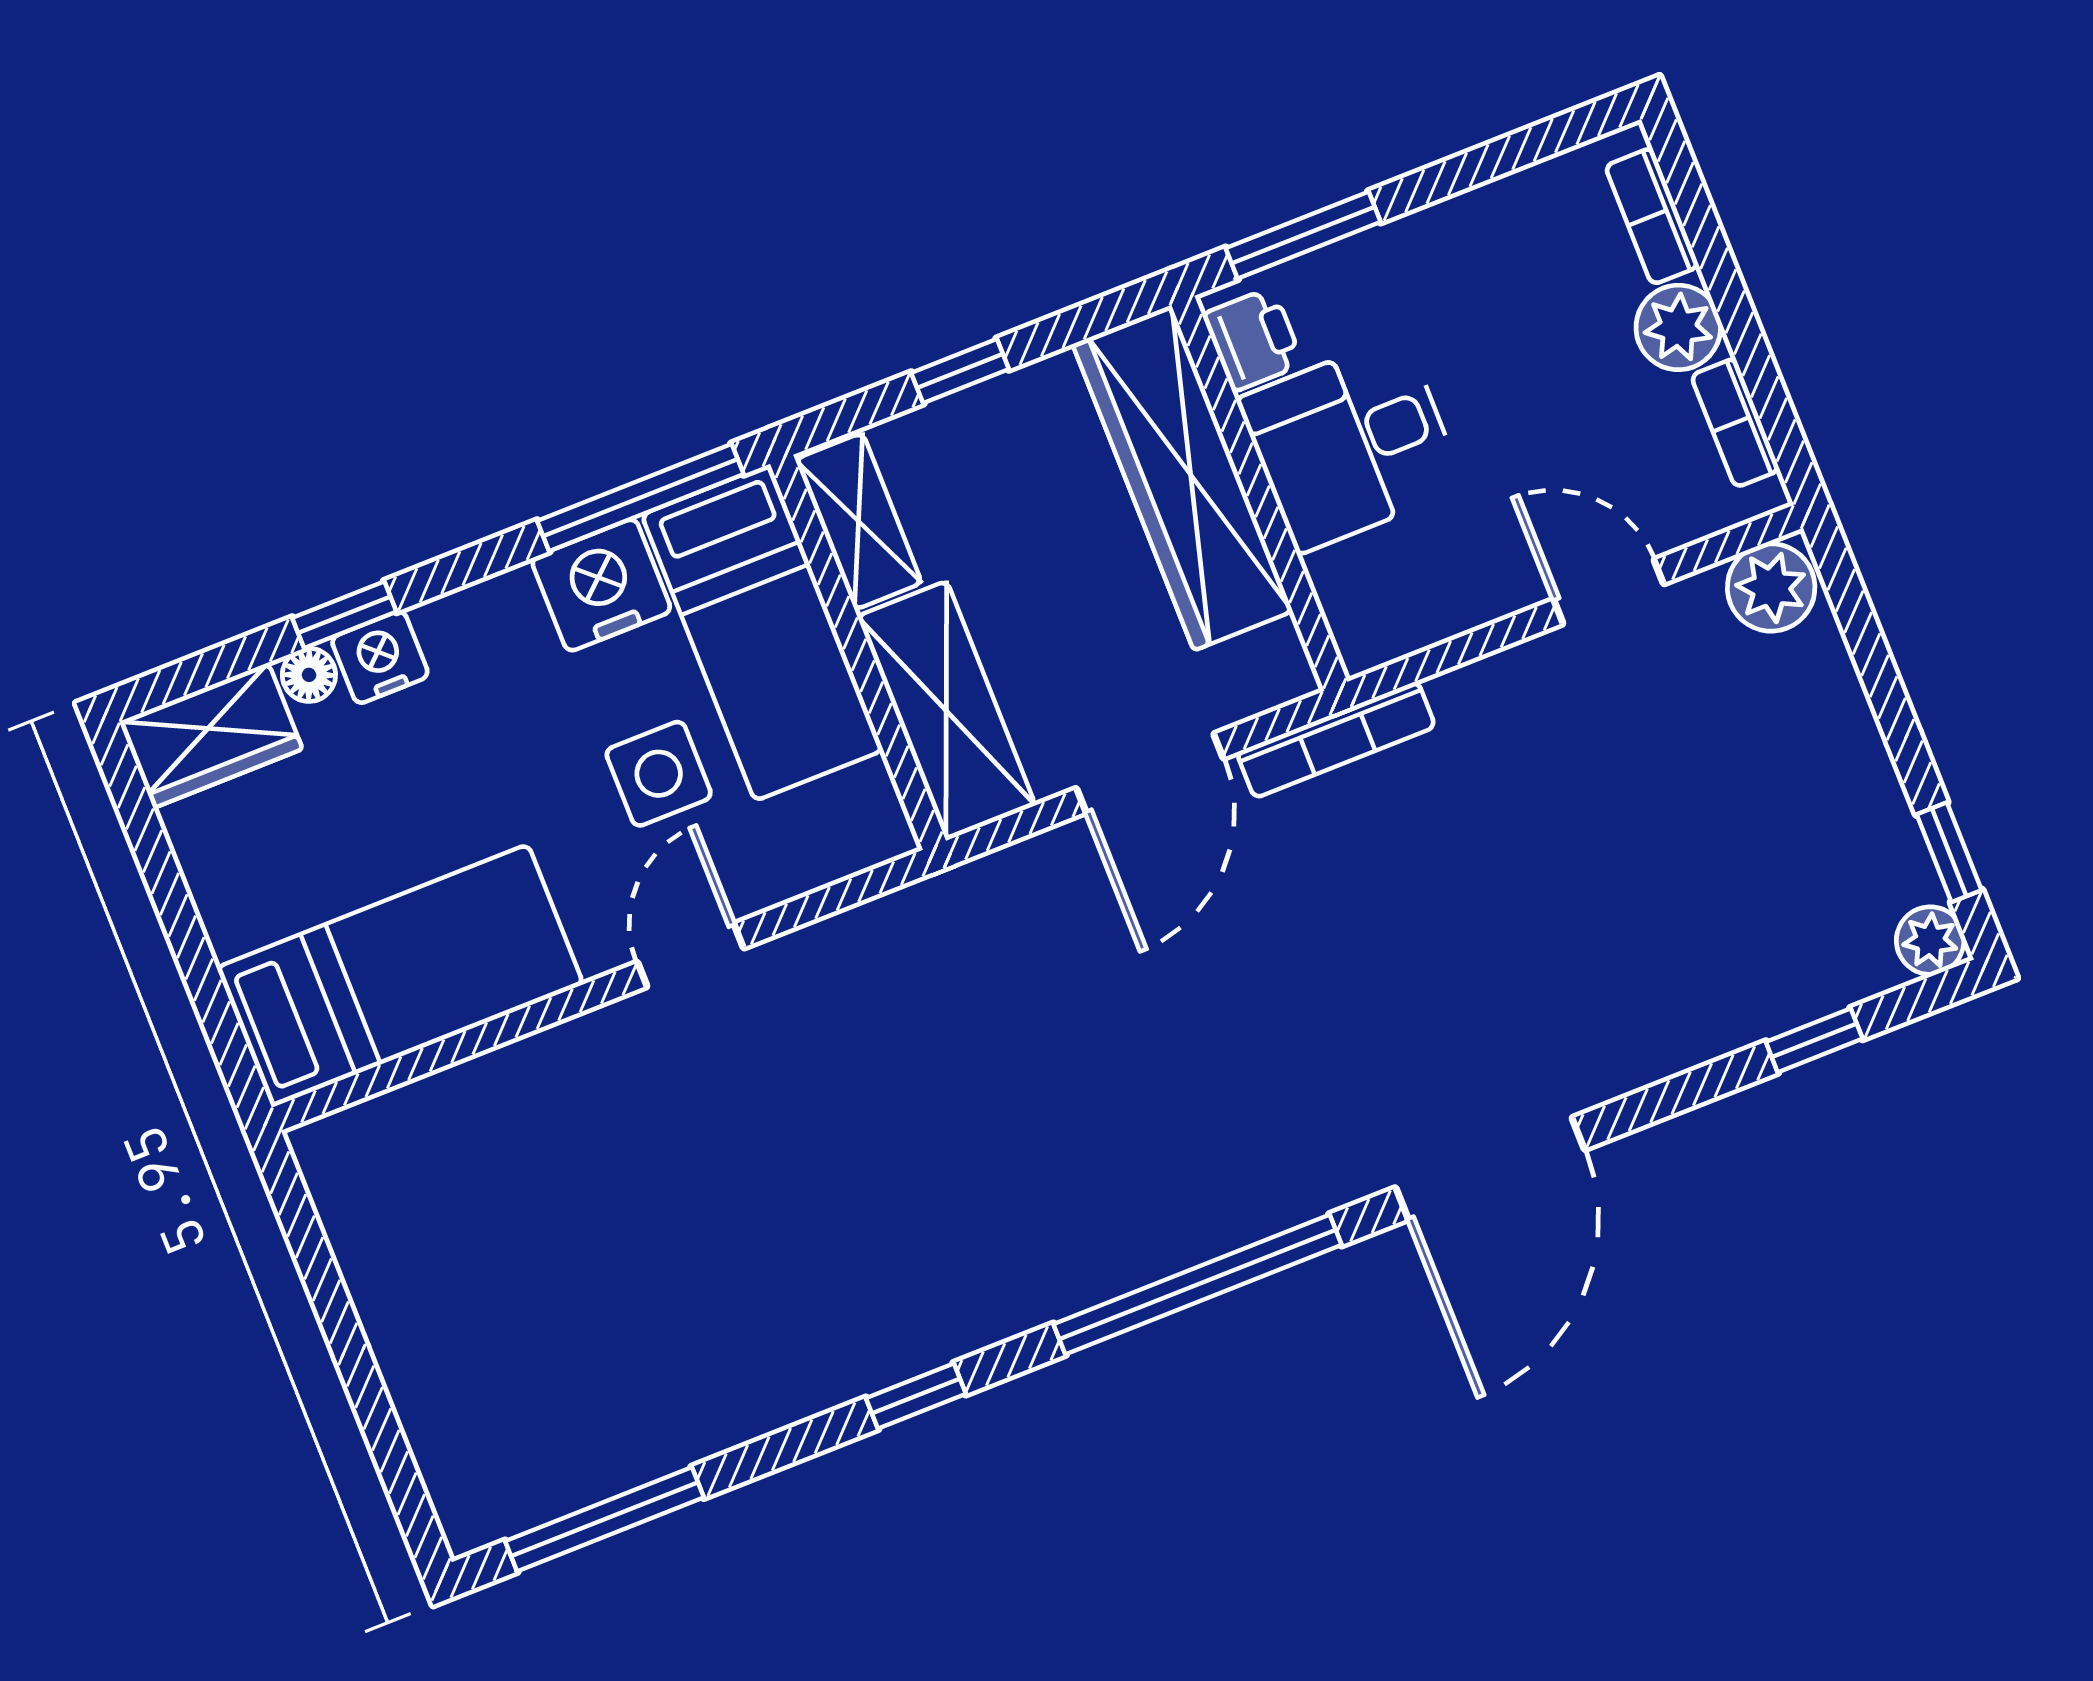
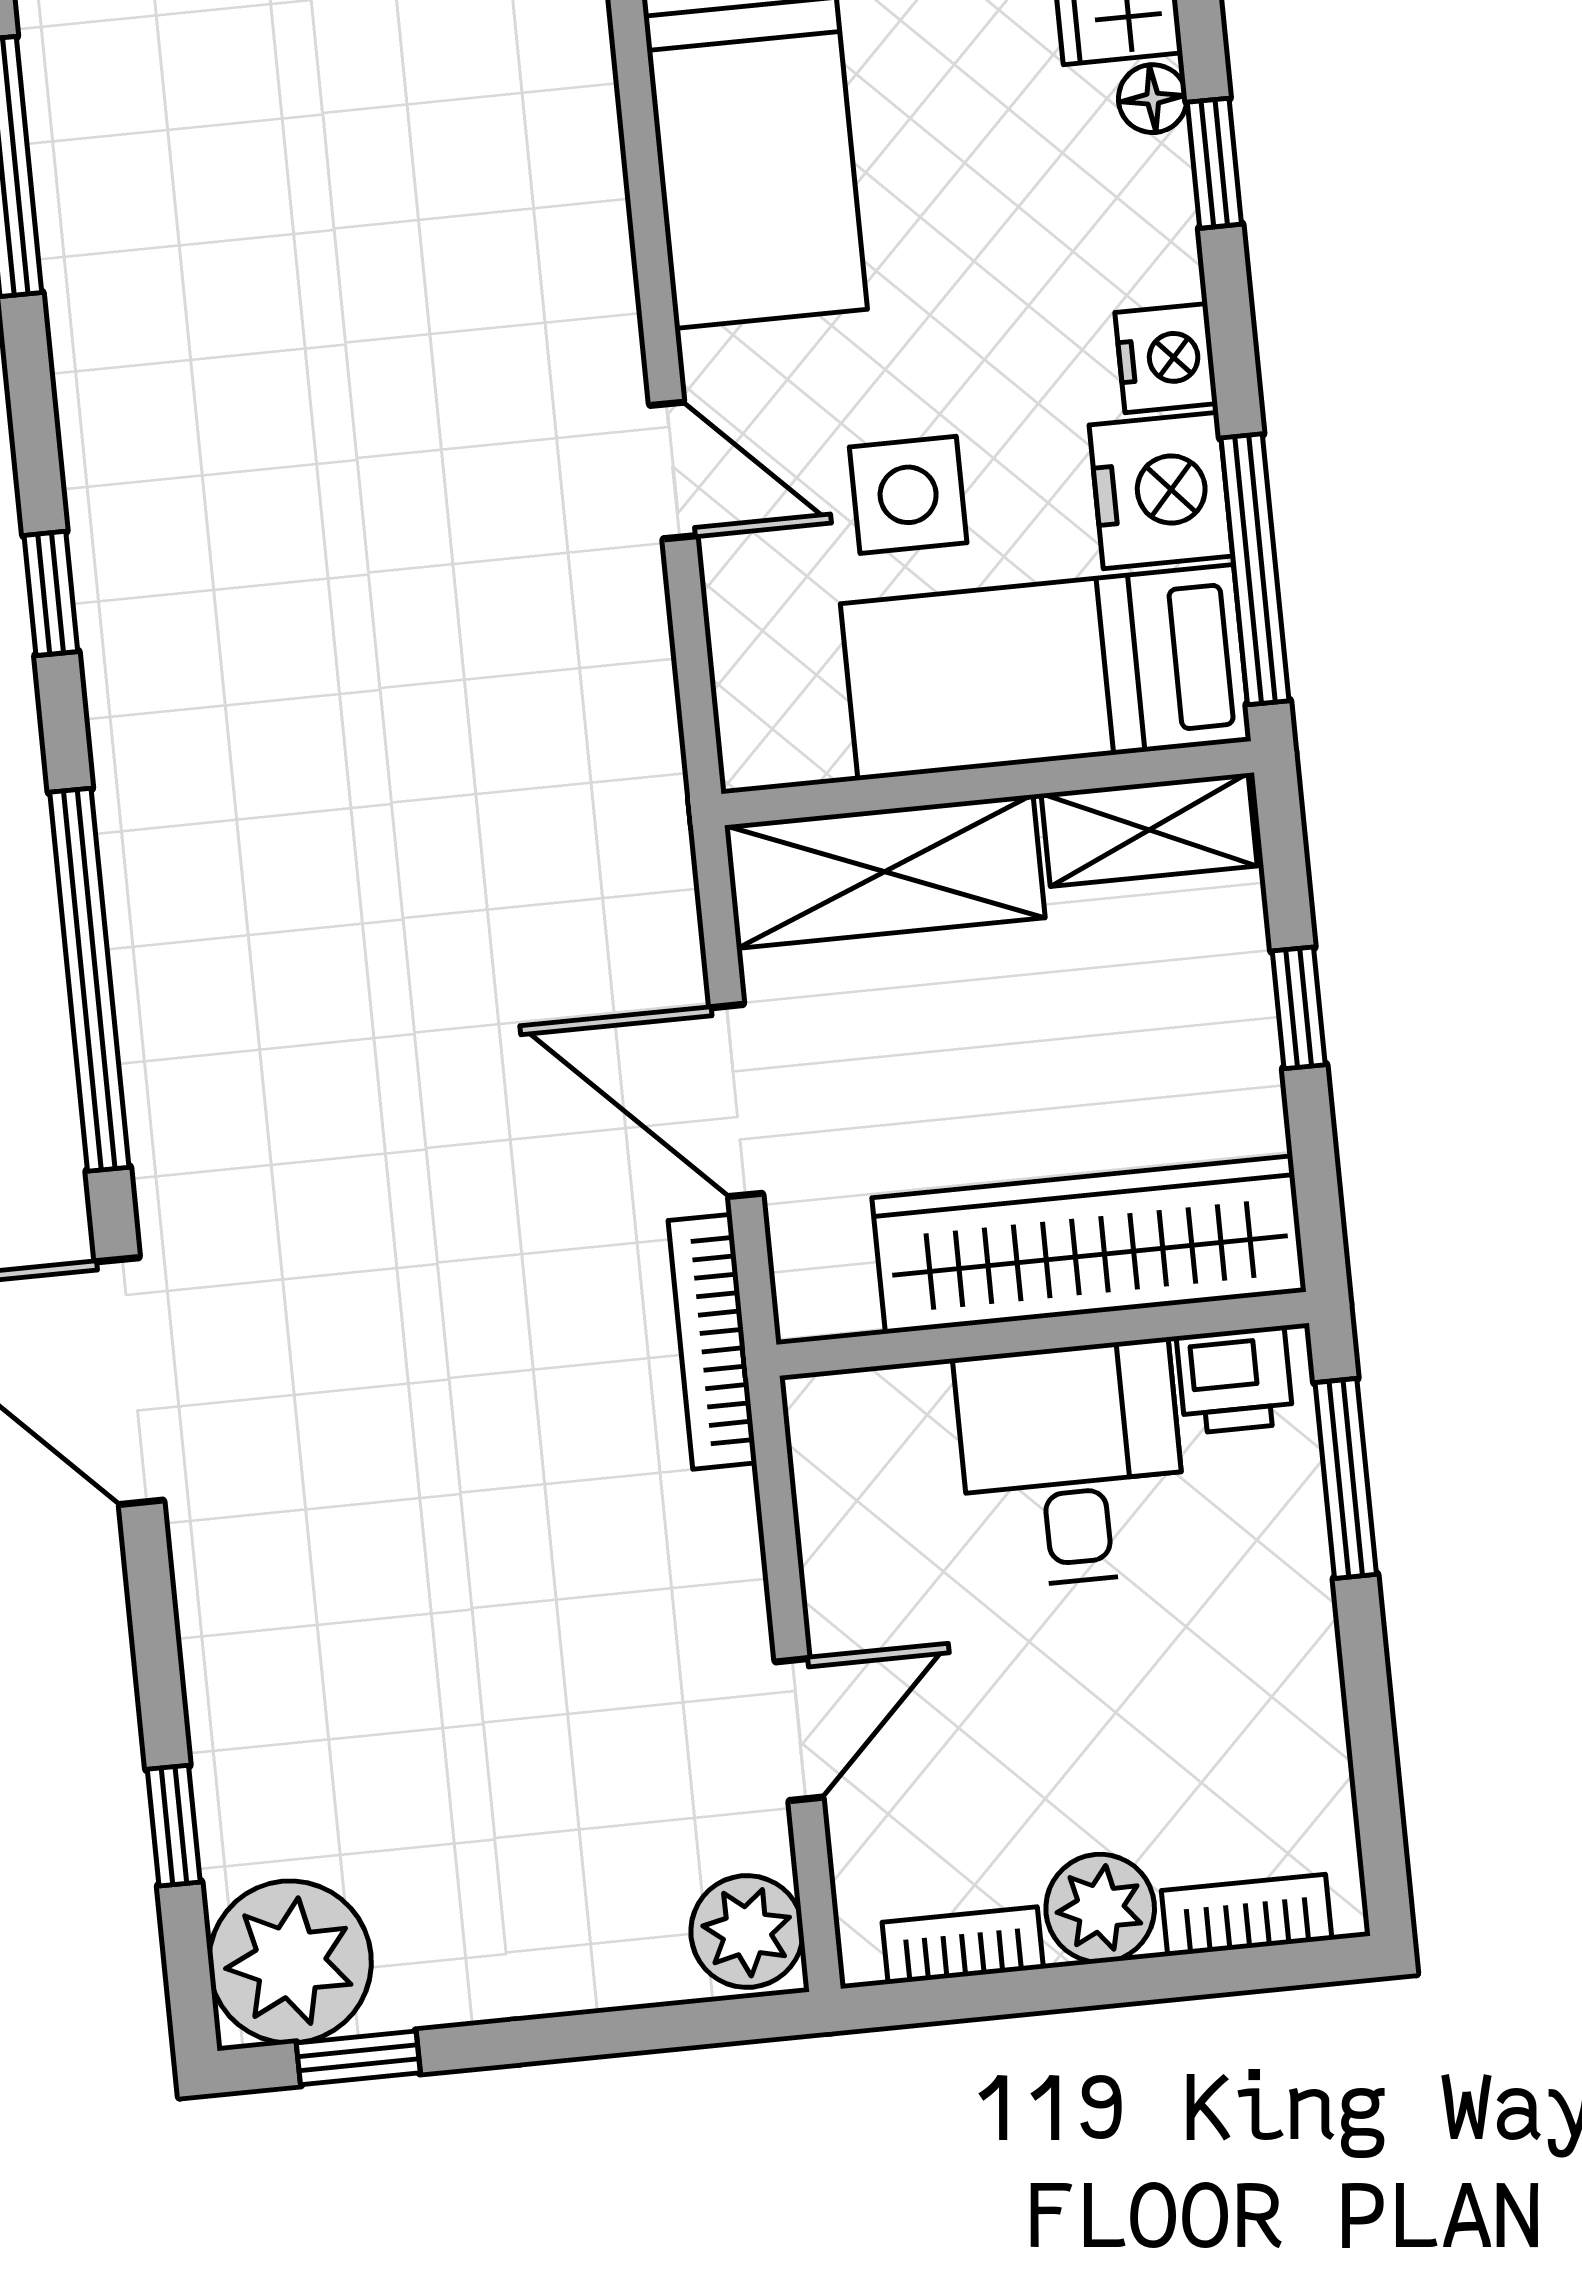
nightstand: (380, 657) -> (1166, 358), moved
plant: (1930, 941) -> (290, 1962), width x1.87, depth x1.87

